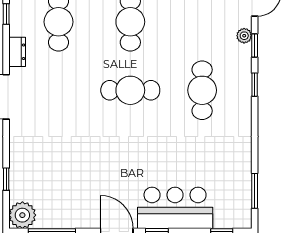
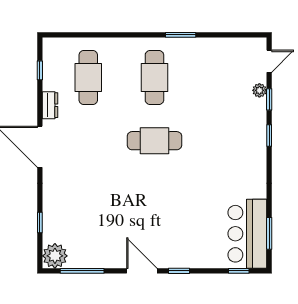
cafe table: (202, 90) -> (221, 141), removed
bar counter: (175, 208) -> (247, 234), moved, turned -90

